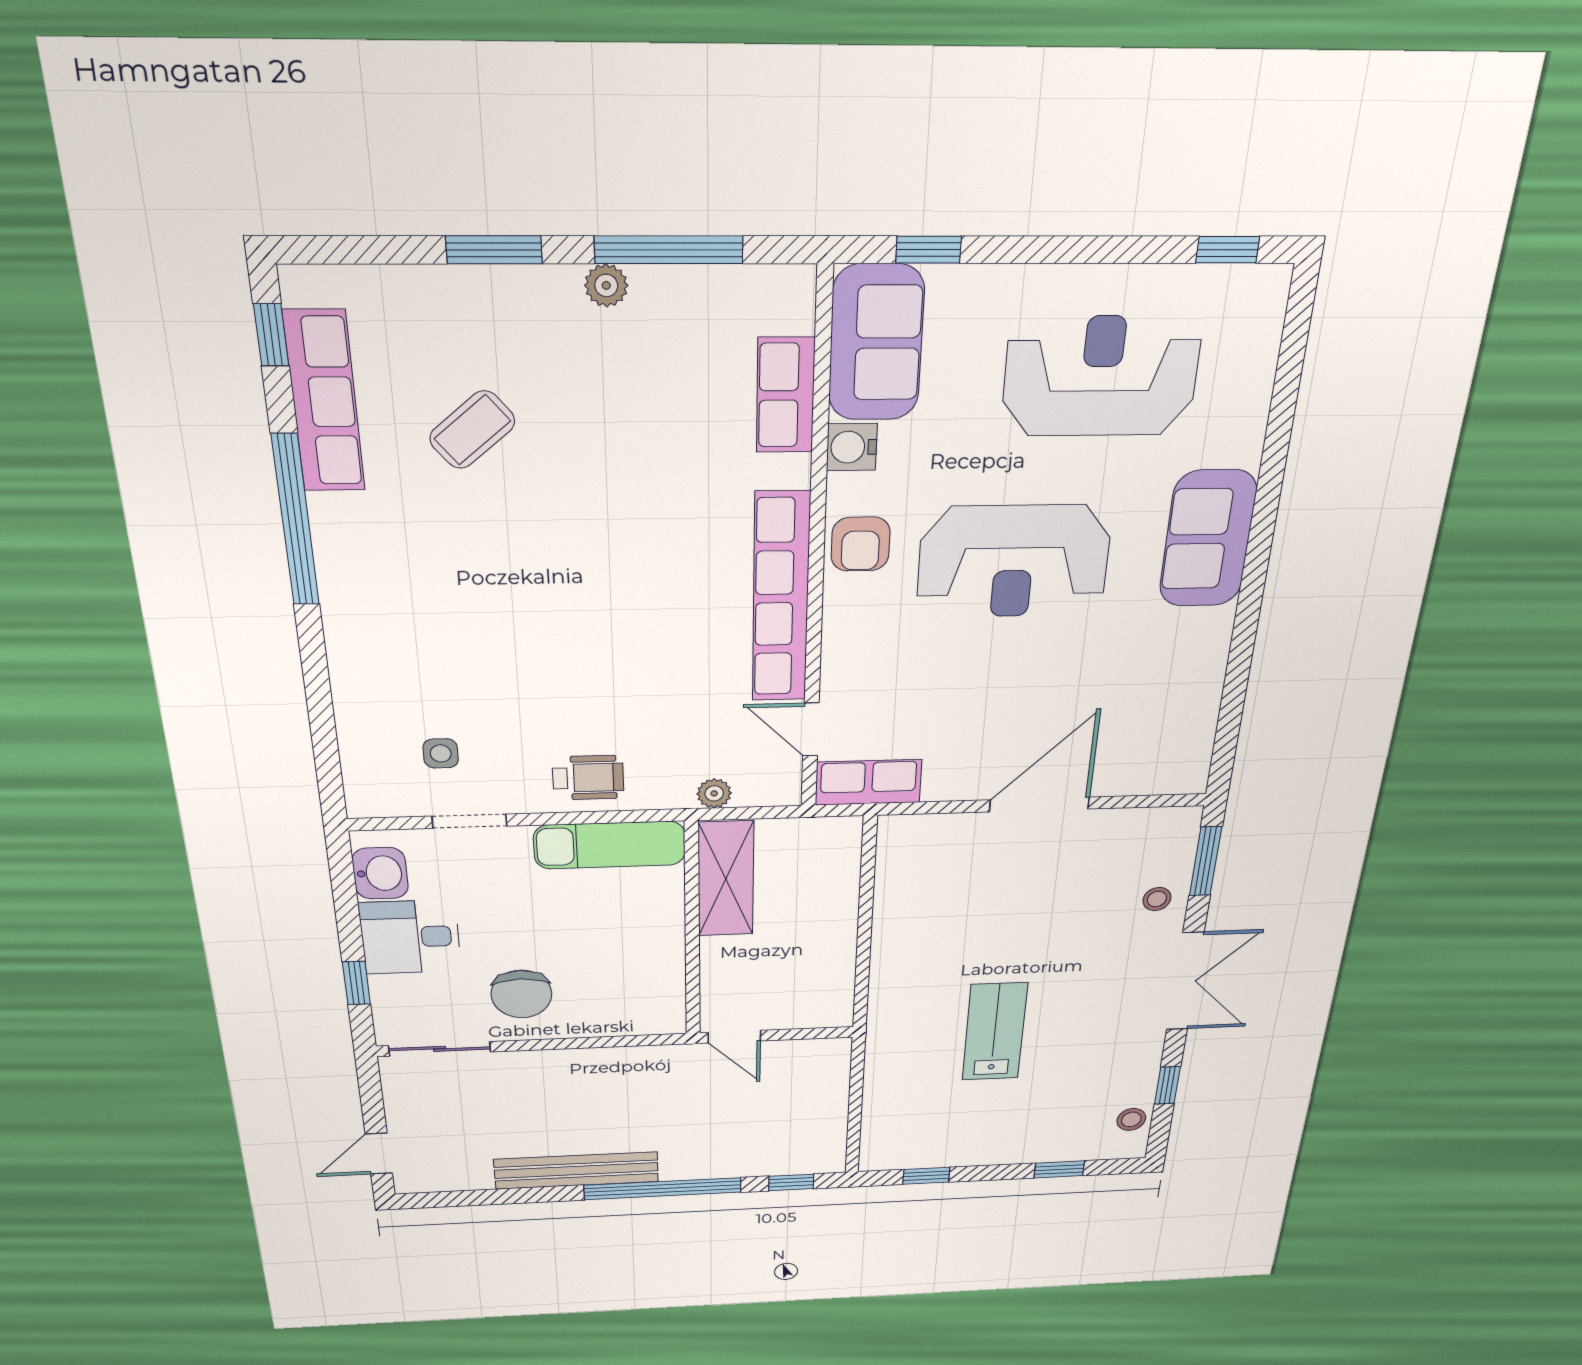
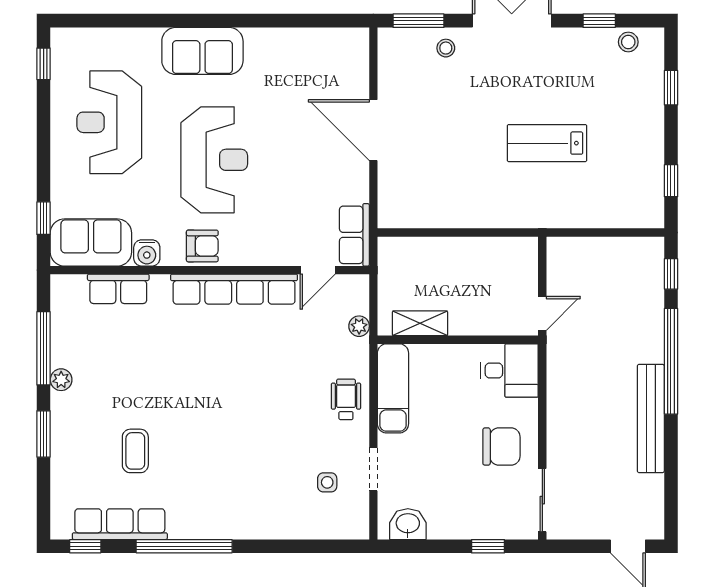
coffee table: (472, 430) -> (135, 451), turned 40
shelving: (726, 879) -> (420, 323), width x0.67, depth x0.75
desk: (410, 937) -> (509, 370), moved, turned -90

